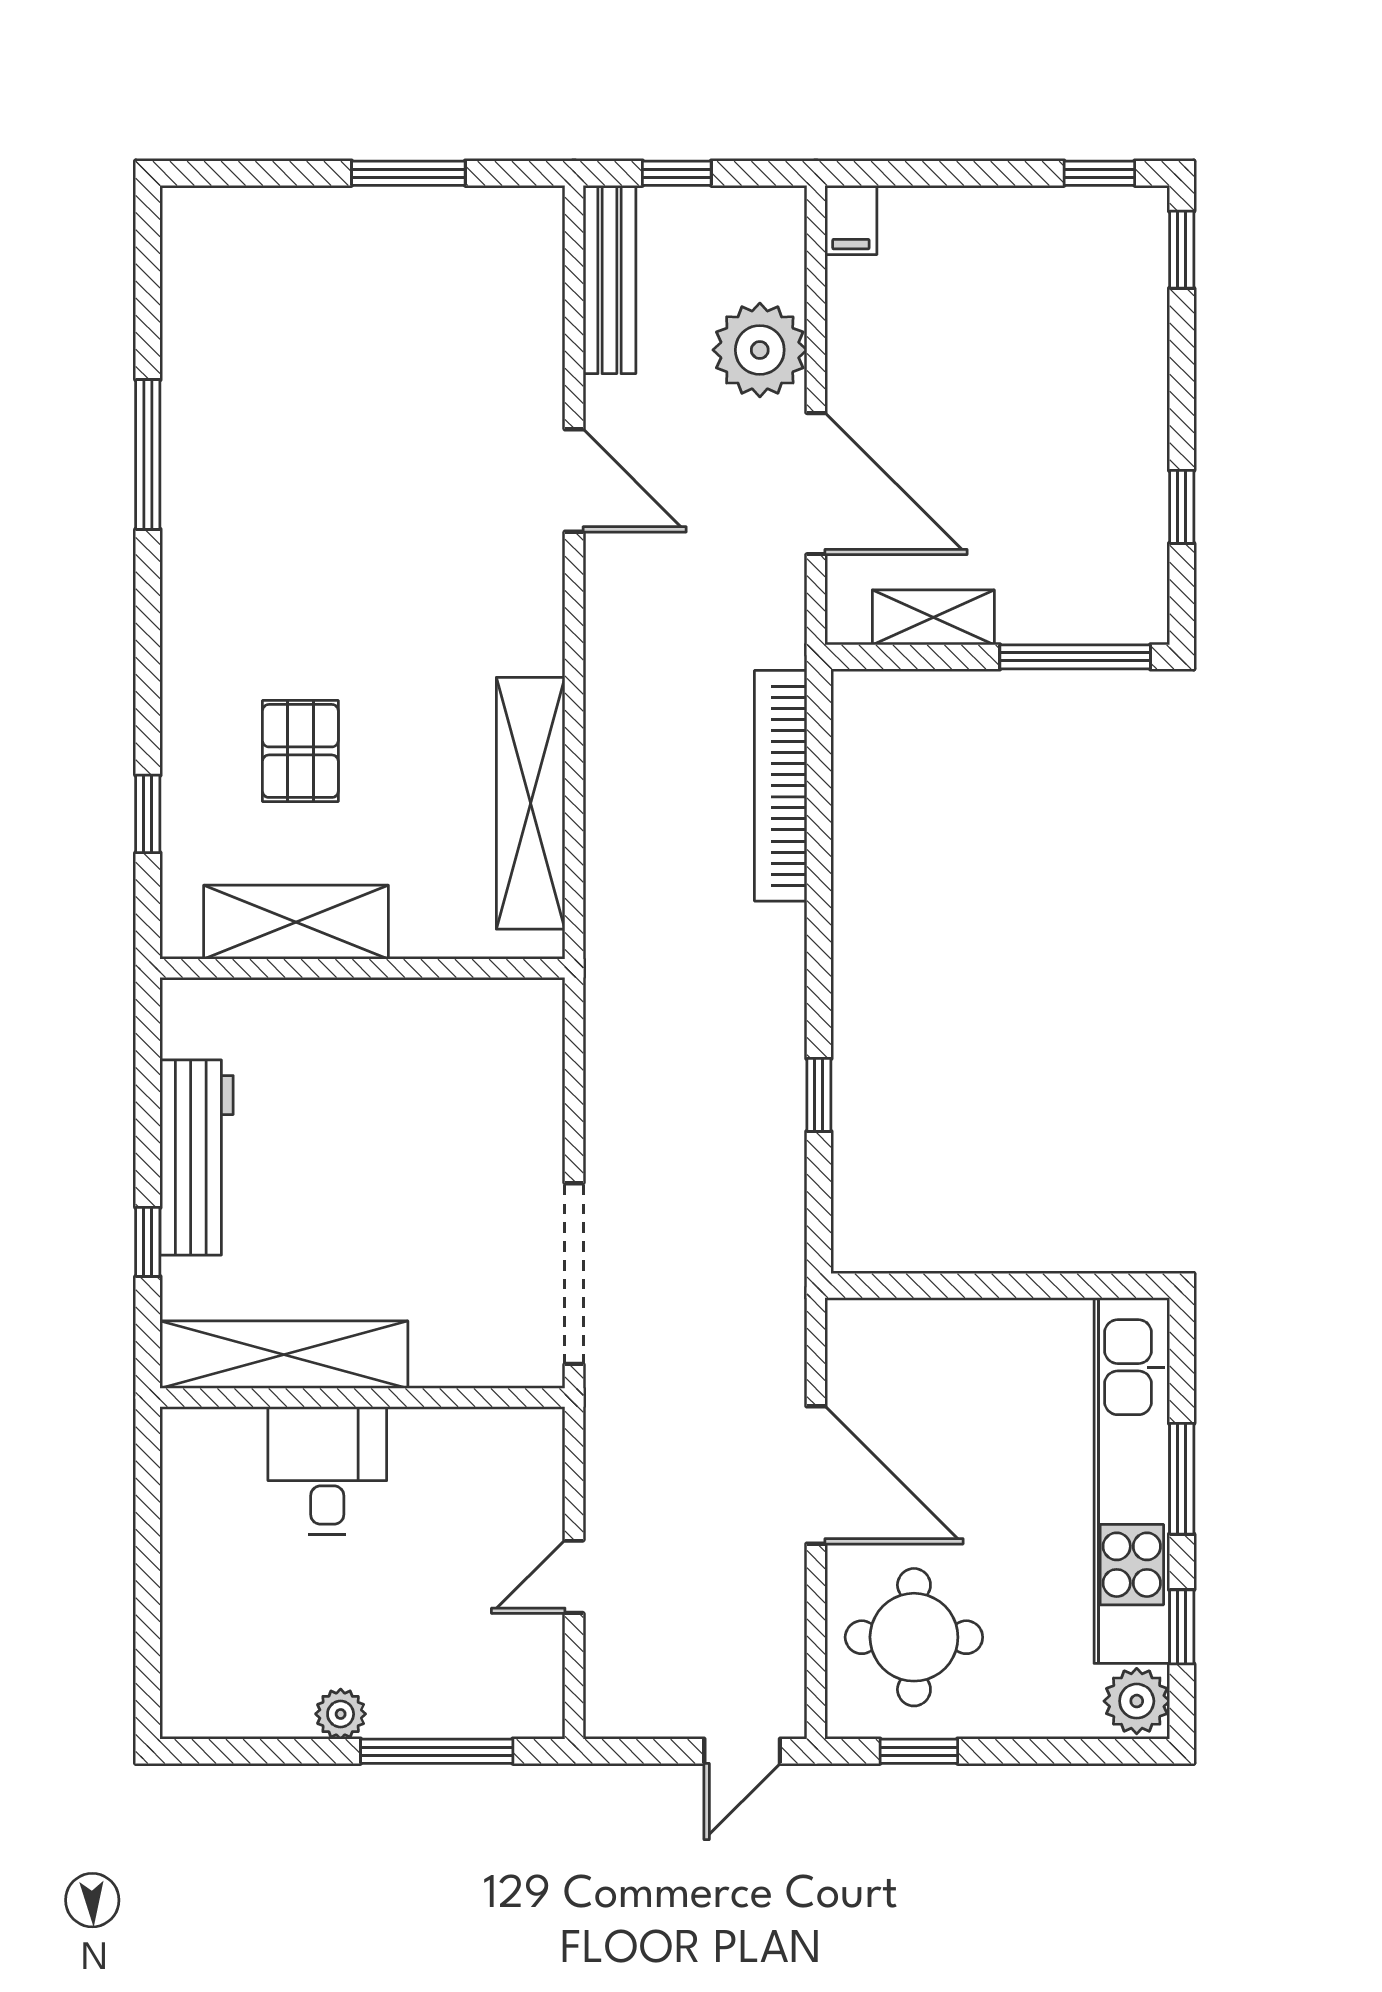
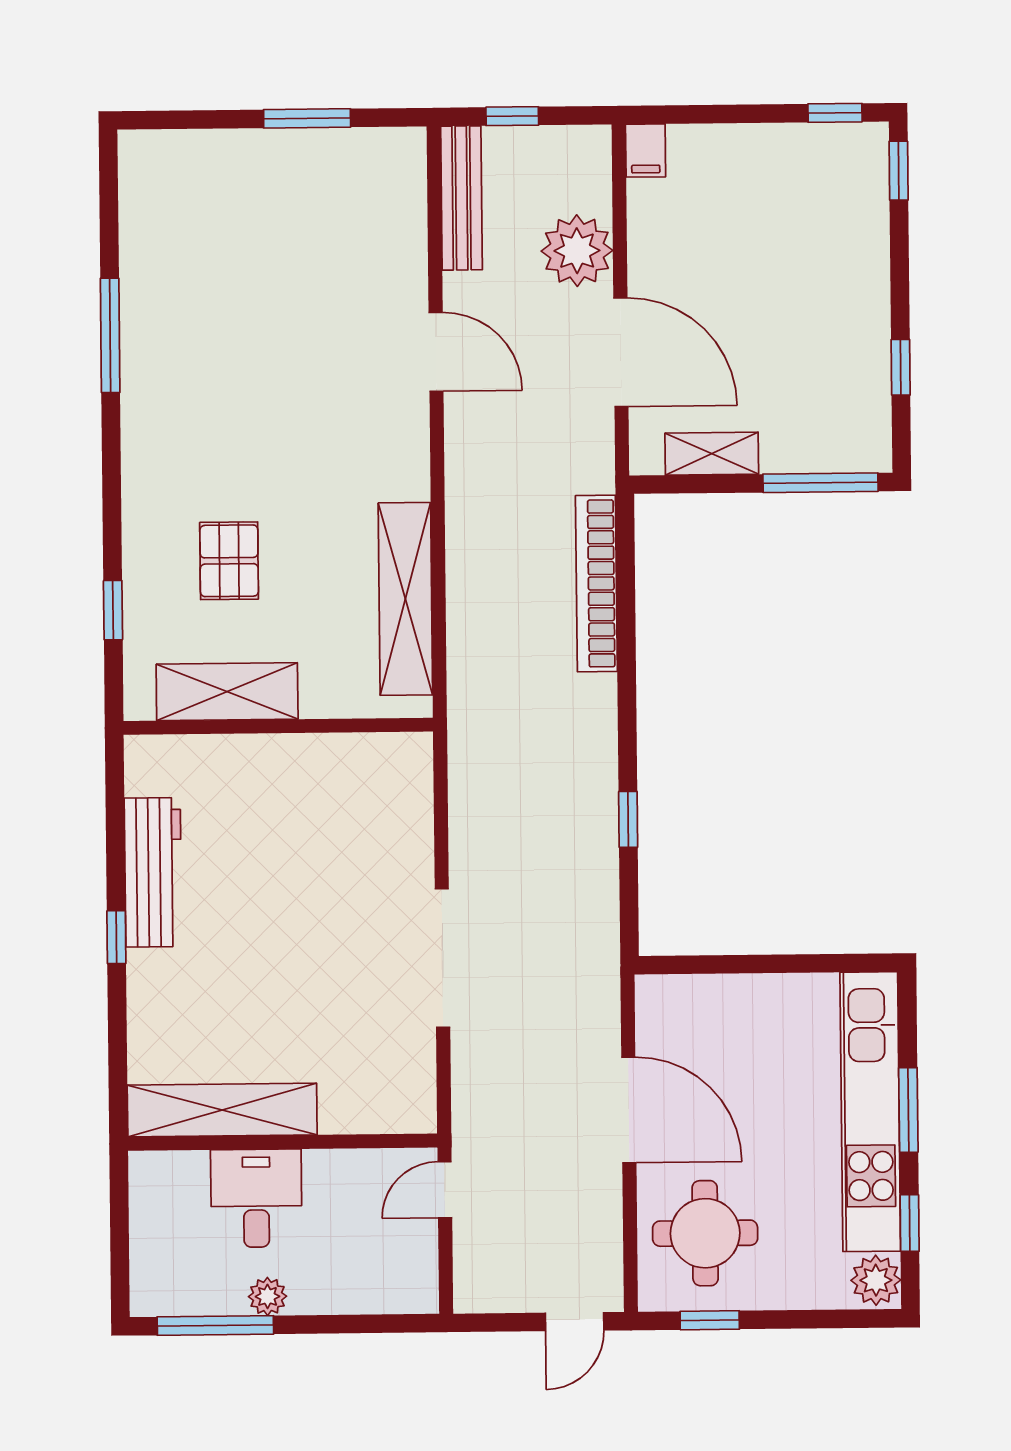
shelving: (284, 1355) -> (222, 1110), moved
wall: (362, 1397) -> (283, 1142), moved
desk: (327, 1471) -> (256, 1198), moved
window: (437, 1751) -> (215, 1325), moved

